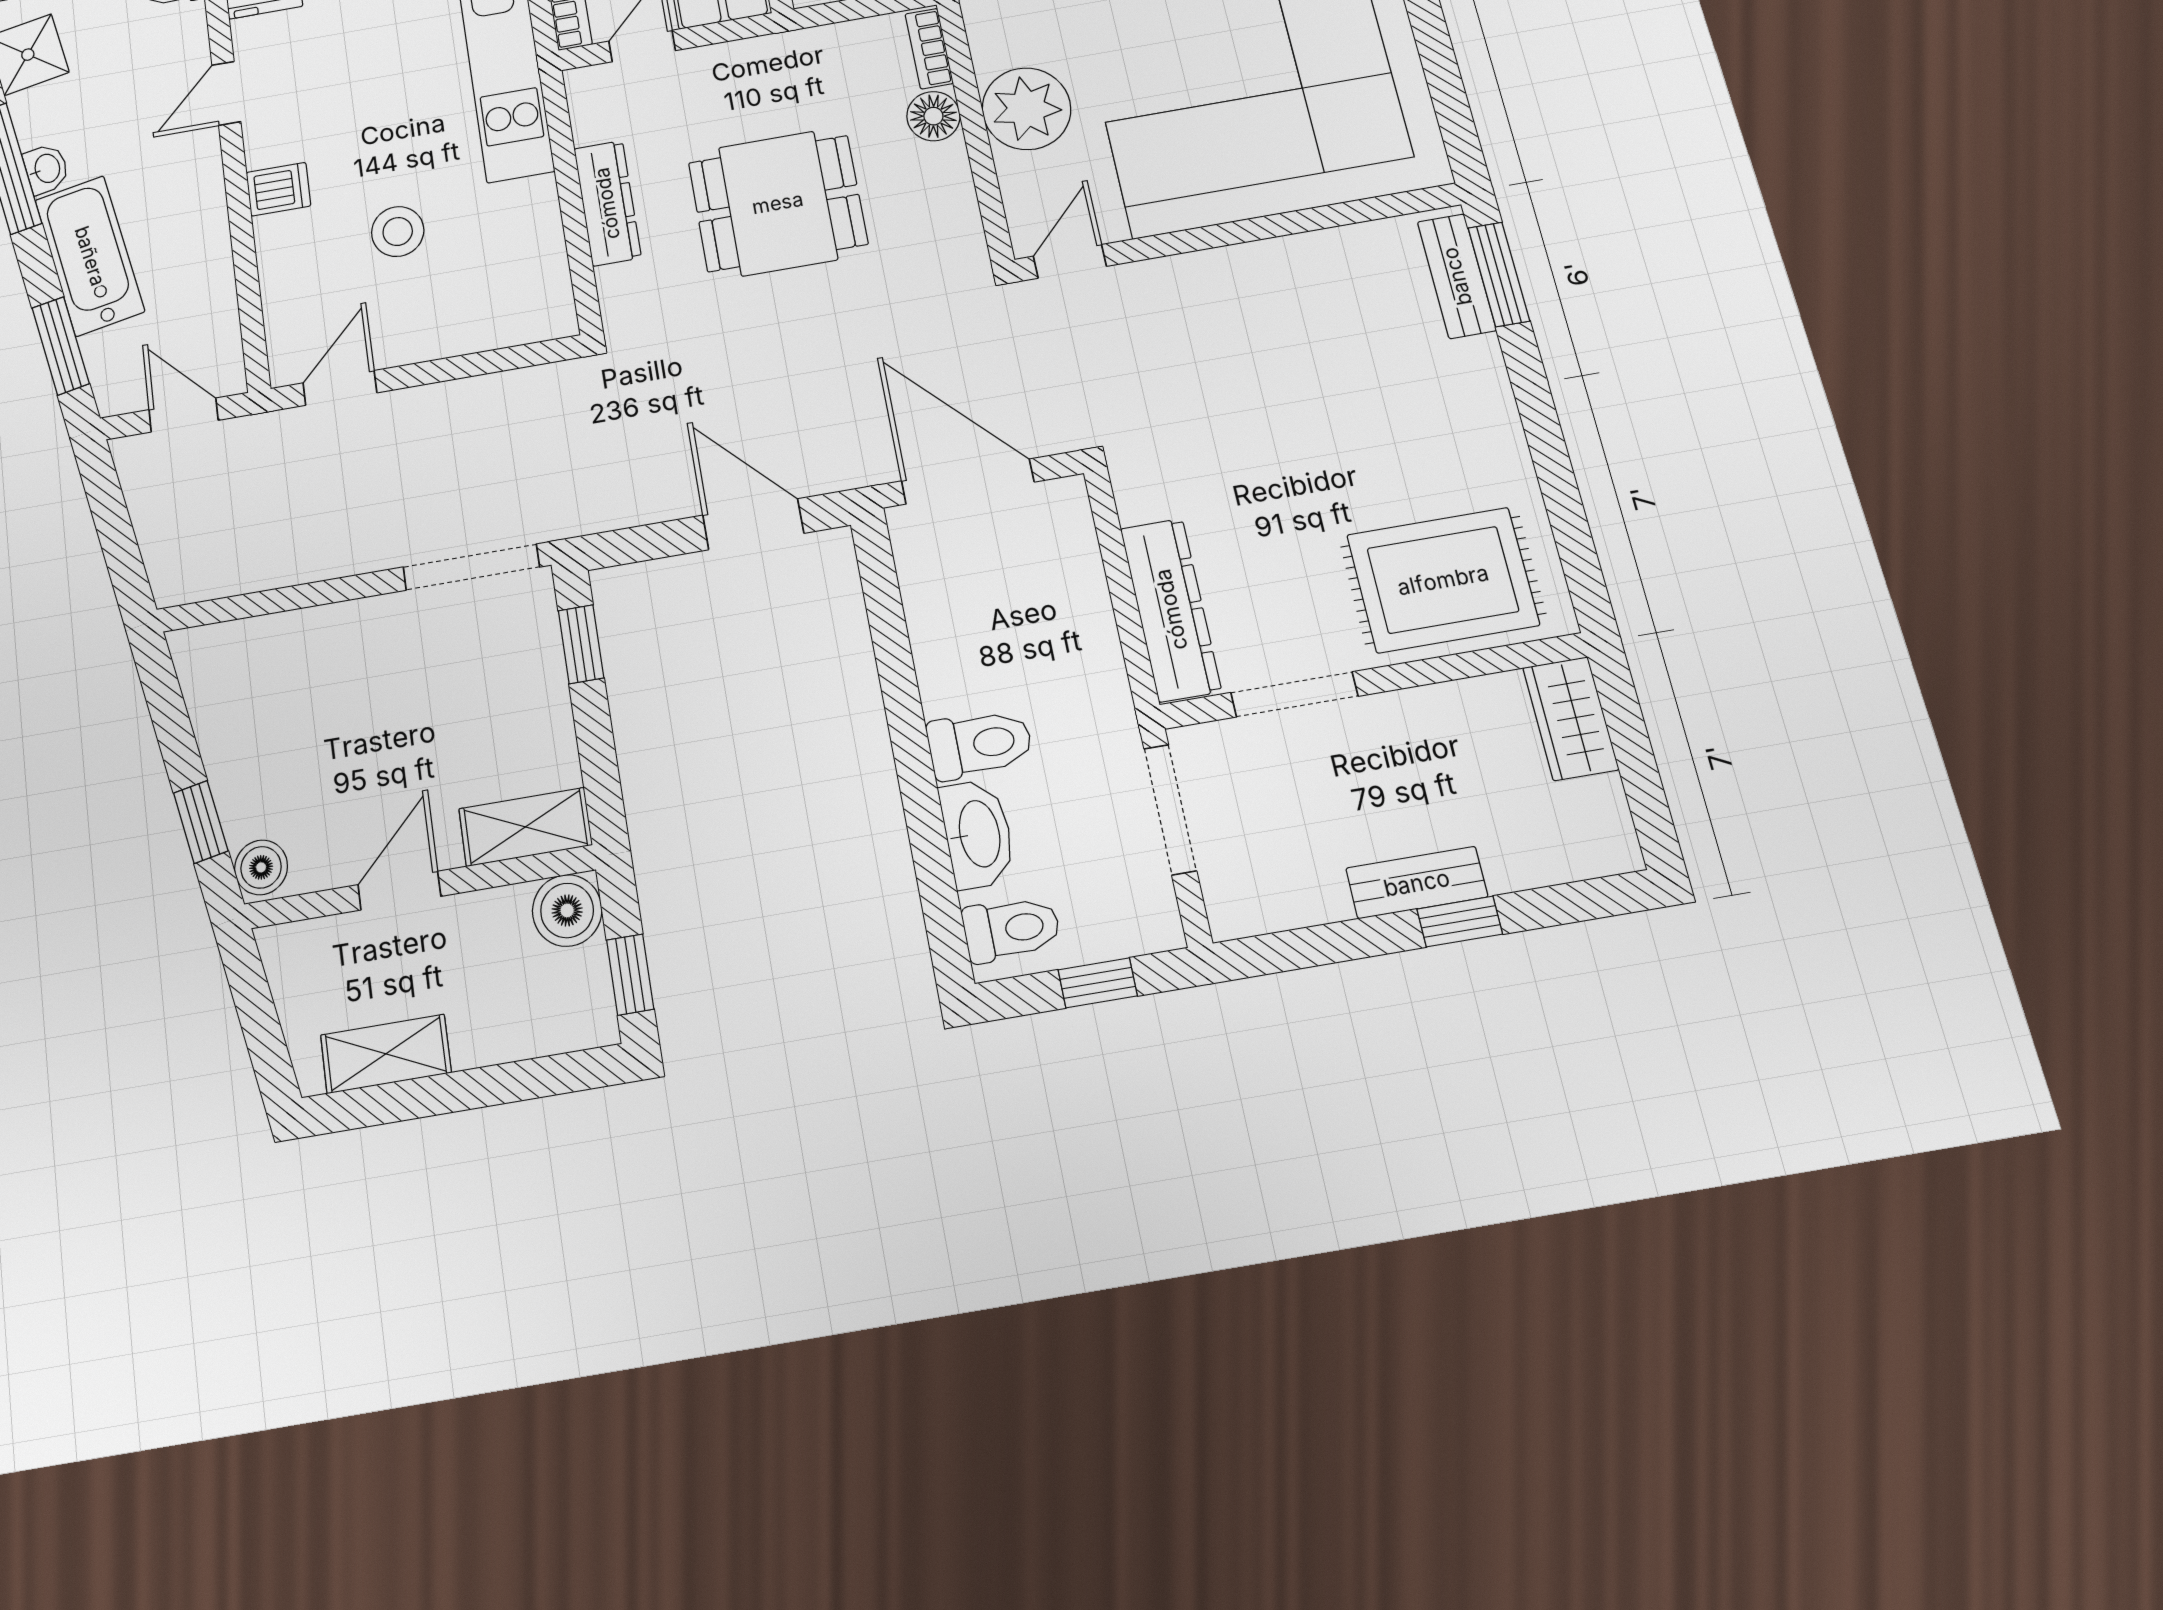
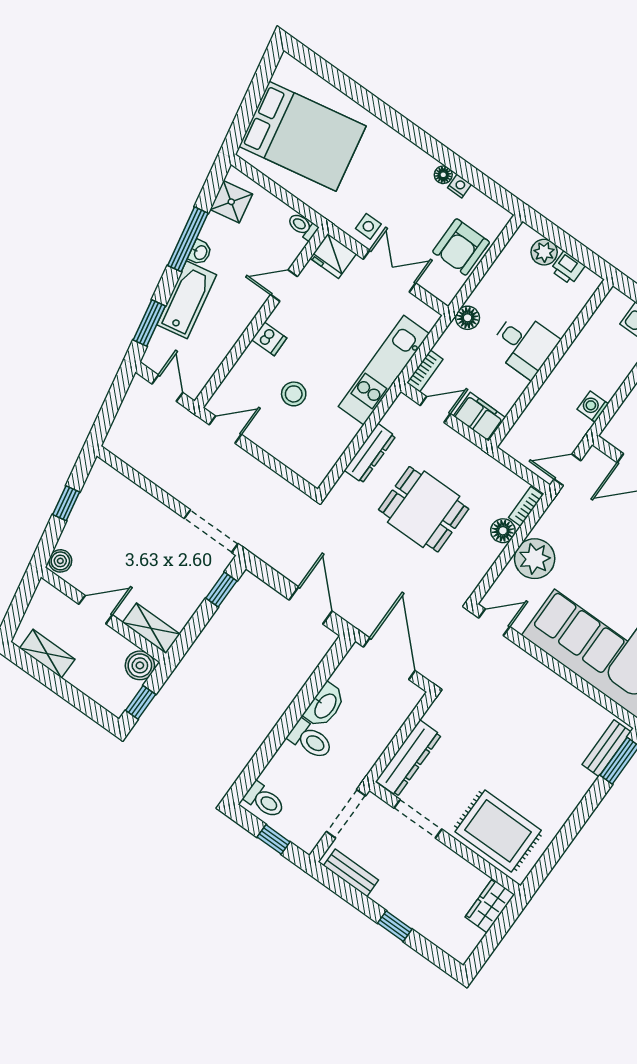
window: (201, 822) -> (66, 503), moved
washbasin: (978, 834) -> (325, 706), moved
bench: (1417, 883) -> (351, 873), moved

